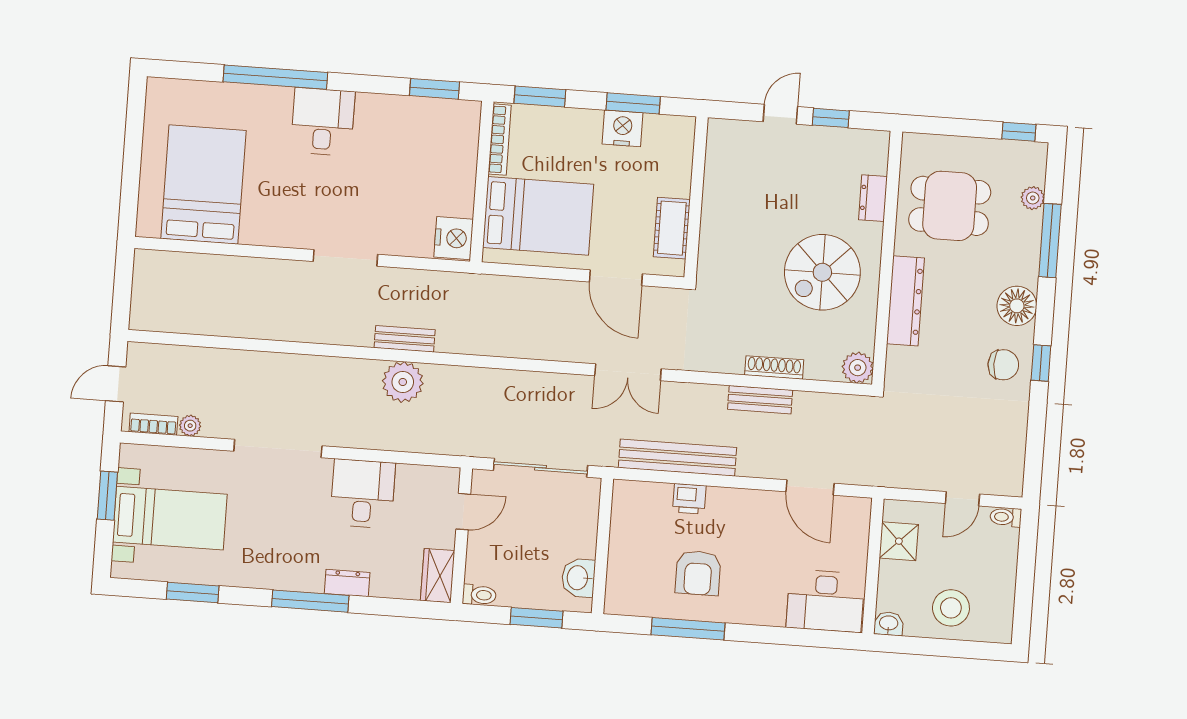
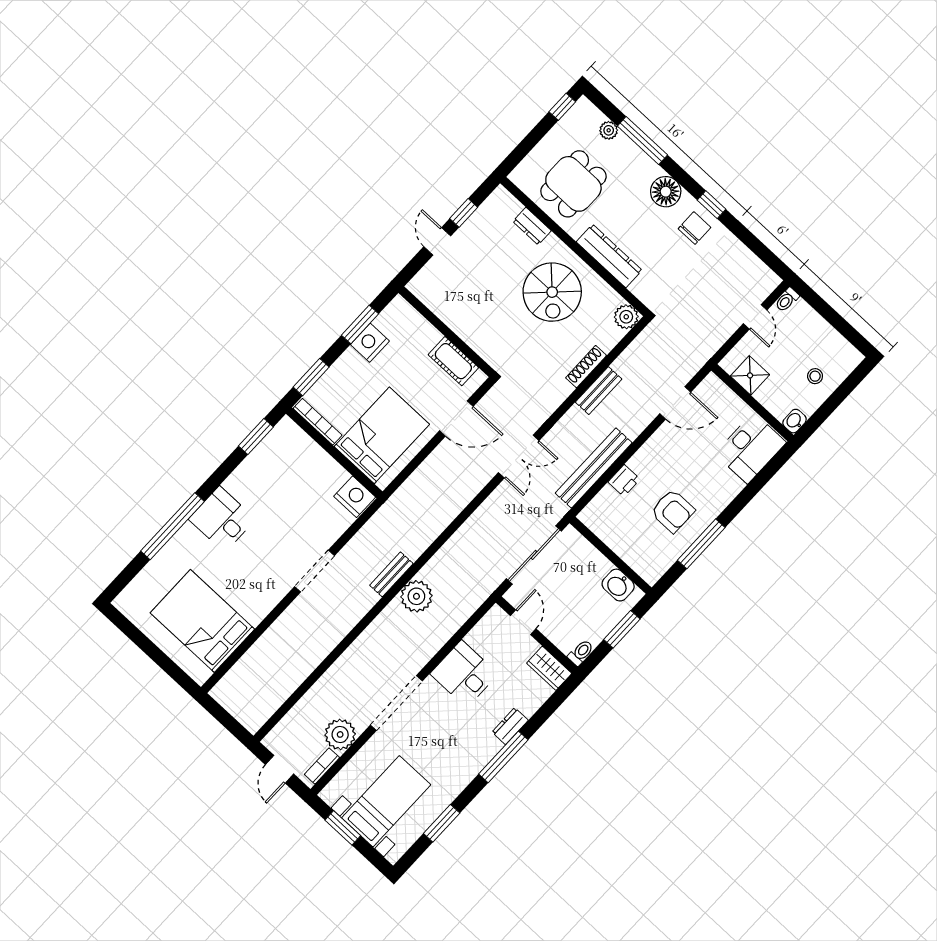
plant: (190, 426) -> (340, 734), width x1.88, depth x1.88
stool: (951, 608) -> (815, 376), width x0.53, depth x0.53

